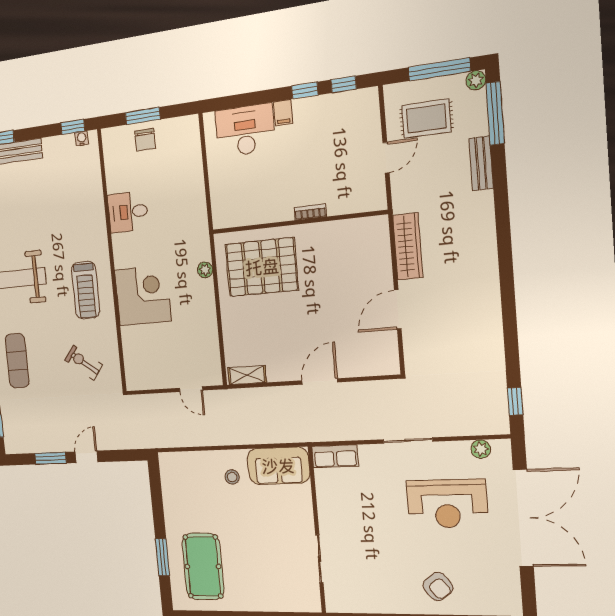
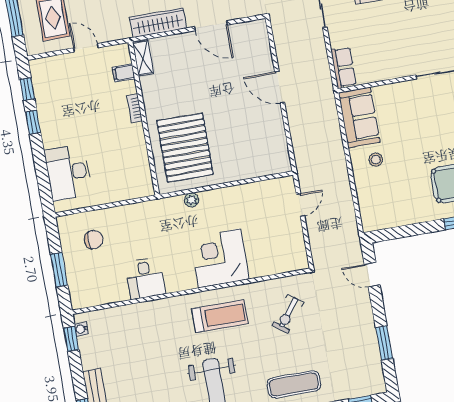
filing cabinet: (283, 113) -> (124, 73), moved, turned 180
chair: (145, 140) -> (94, 240), moved
shelving: (247, 375) -> (143, 58), moved
door: (86, 457) -> (372, 275), moved

